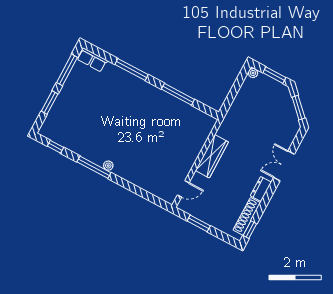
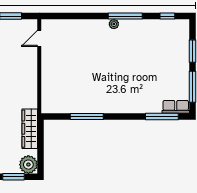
window: (131, 70) -> (162, 116), moved
plant: (253, 73) -> (28, 165), width x1.88, depth x1.88
wardrobe: (212, 156) -> (30, 129), moved

